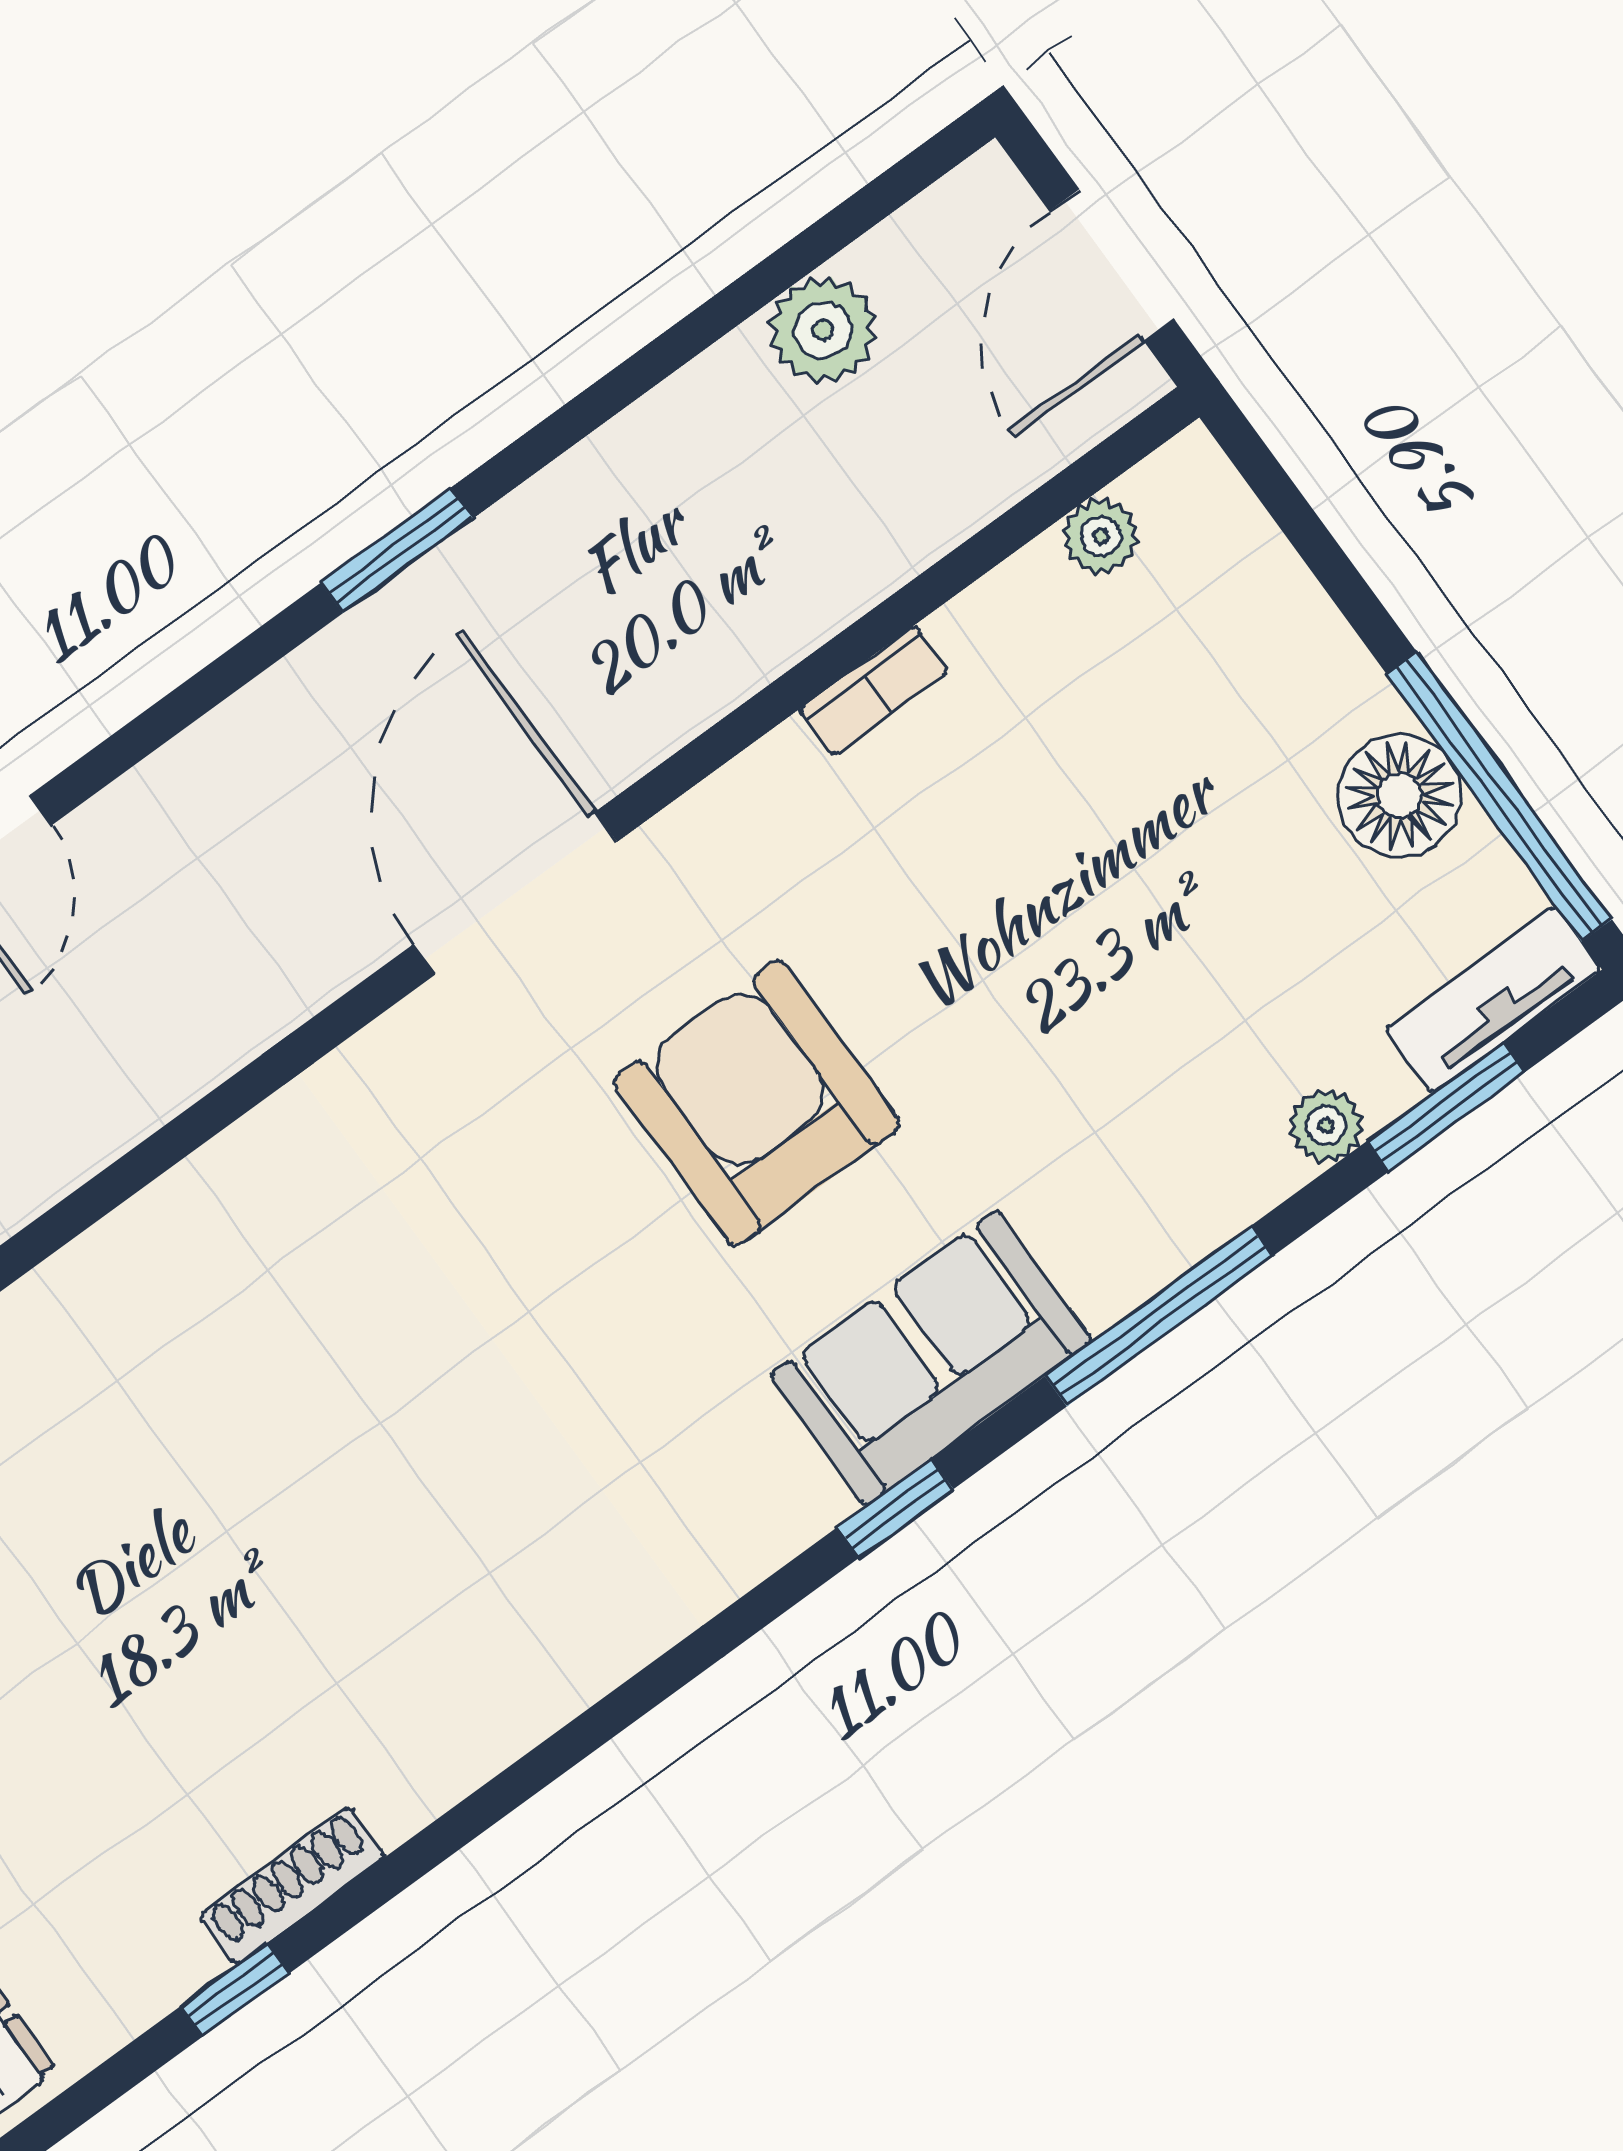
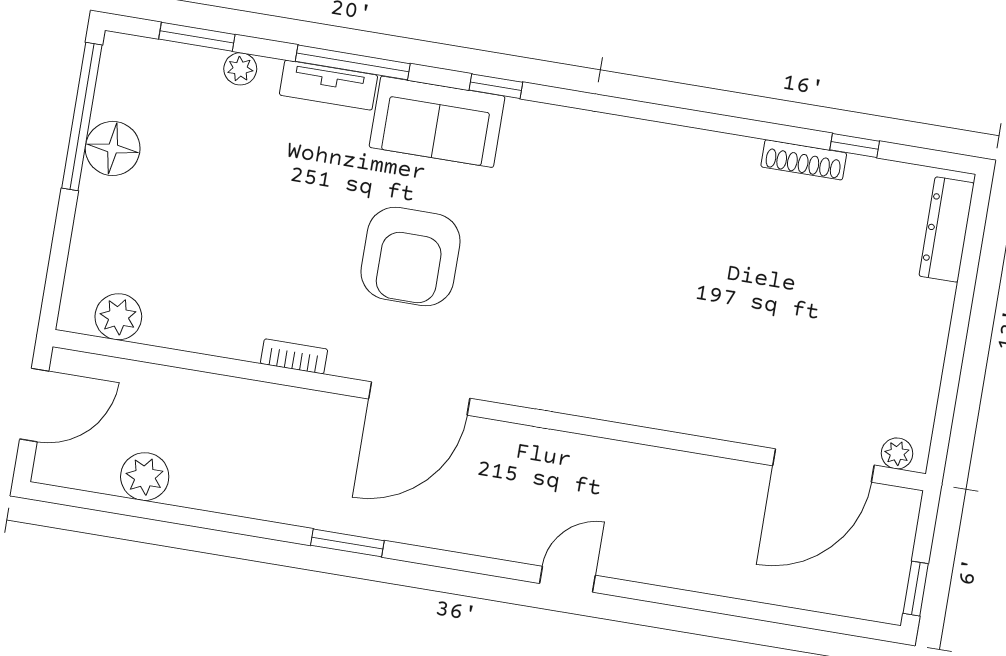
plant: (1101, 536) -> (118, 317), width x1.38, depth x1.38
bookcase: (874, 690) -> (294, 356), moved
tv unit: (1493, 999) -> (328, 85), moved

